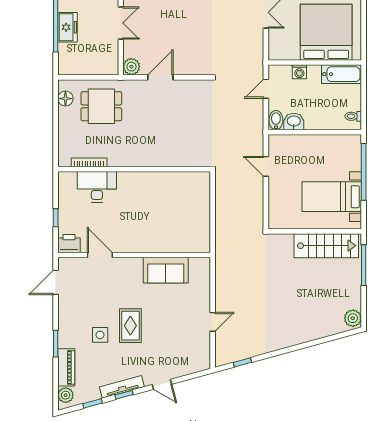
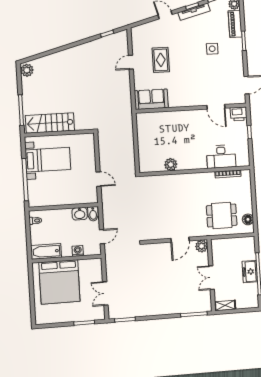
plant: (167, 180) -> (171, 164), added
sofa: (166, 270) -> (151, 99), moved
rug: (130, 326) -> (161, 60), moved

